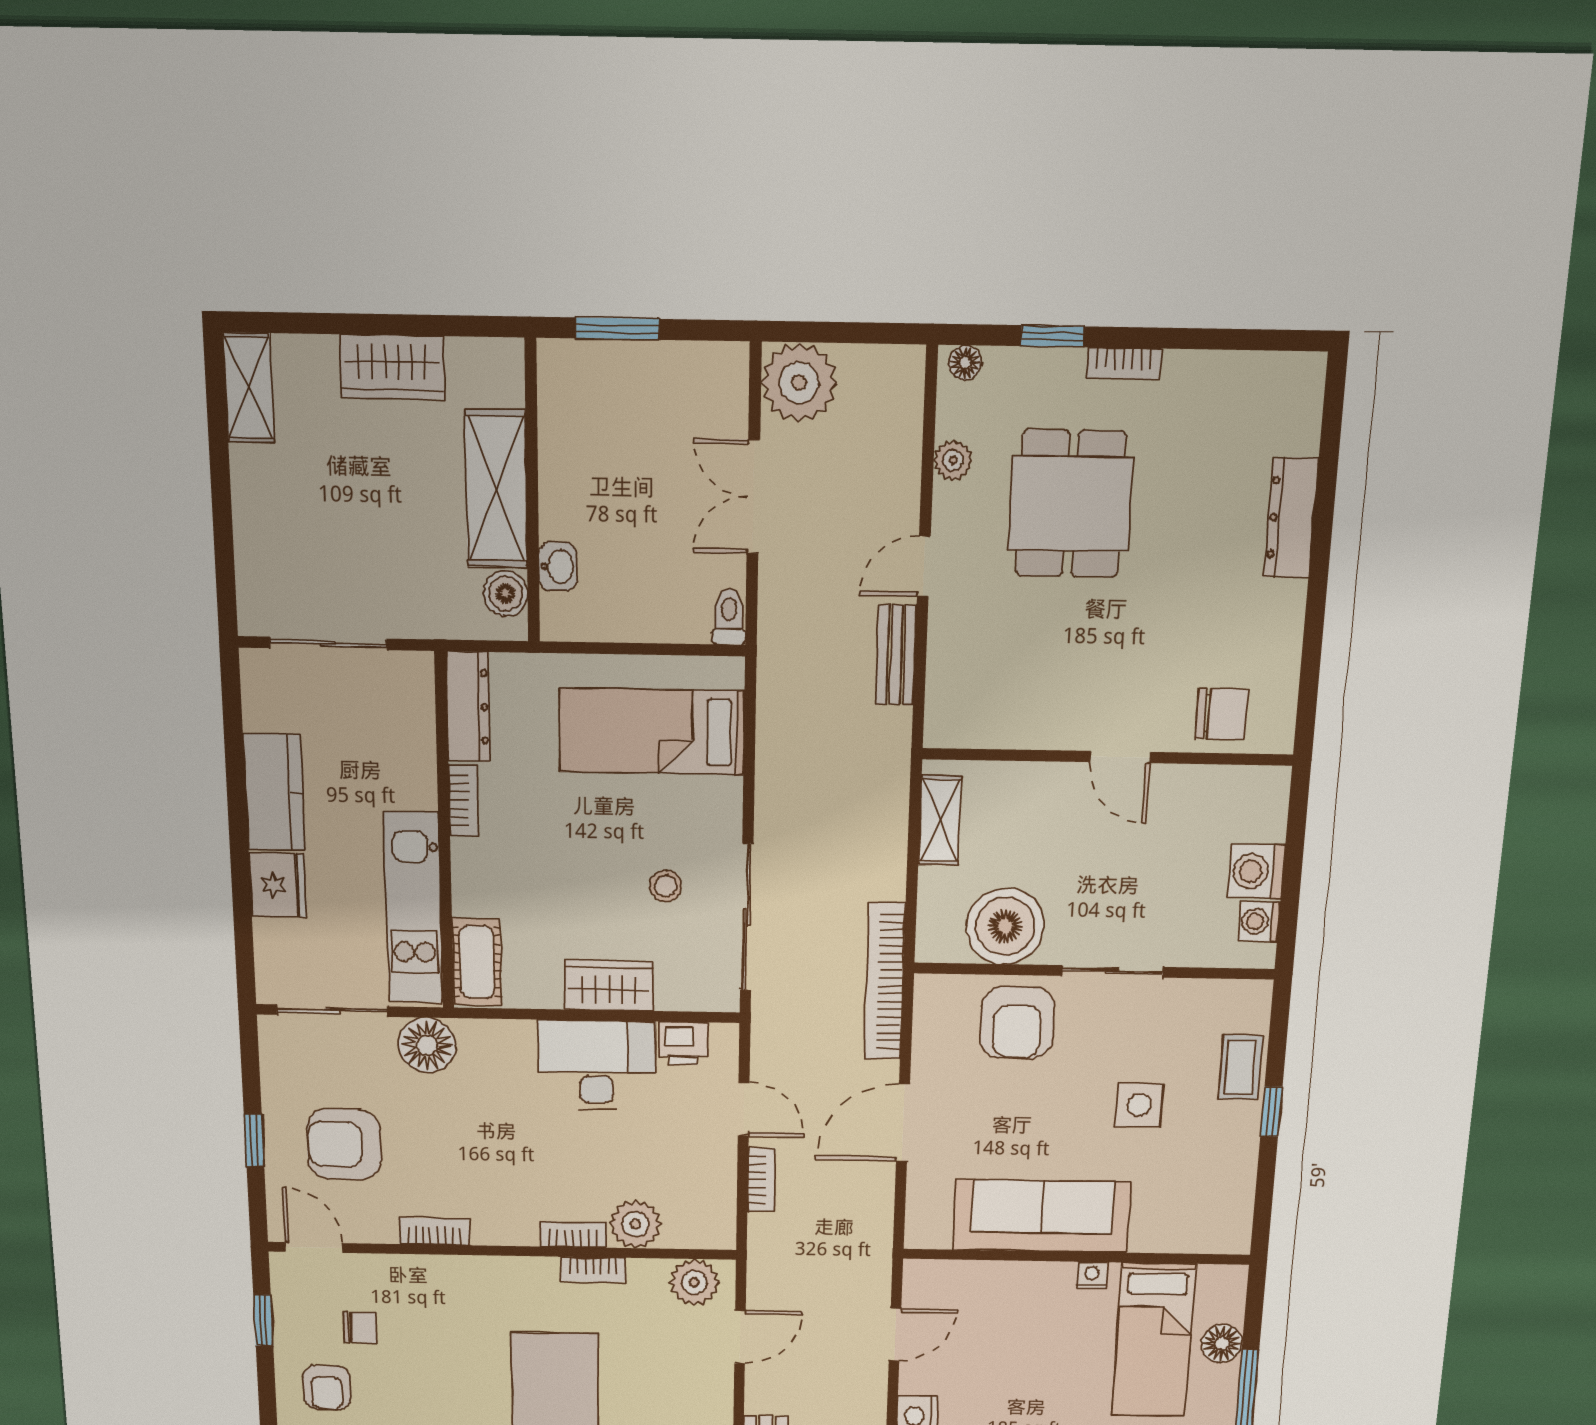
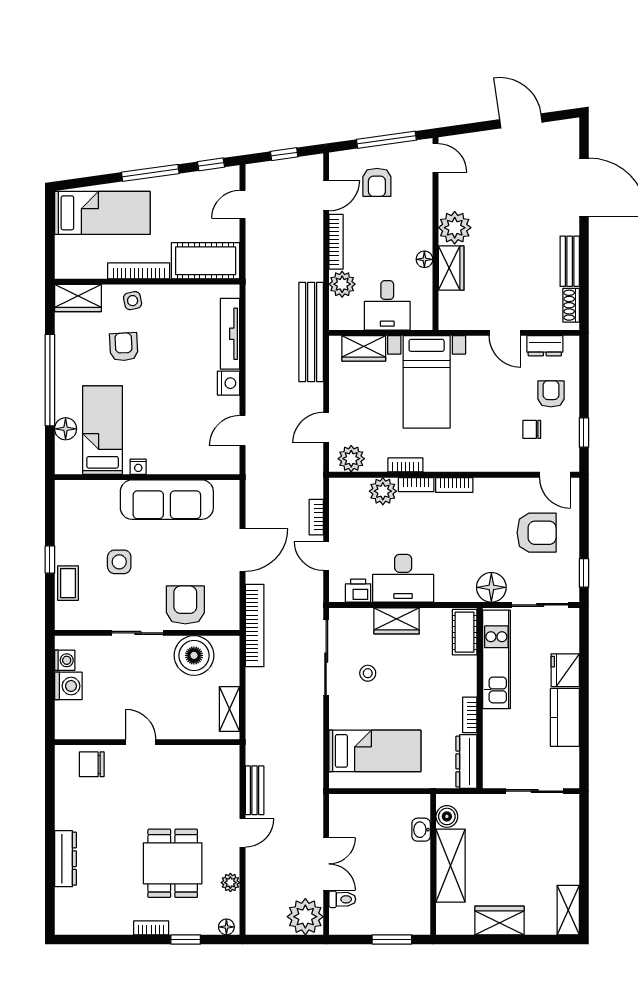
toilet: (729, 617) -> (342, 899), moved, turned -90
window: (254, 1140) -> (584, 573), moved
bookcase: (434, 1231) -> (454, 485), moved

